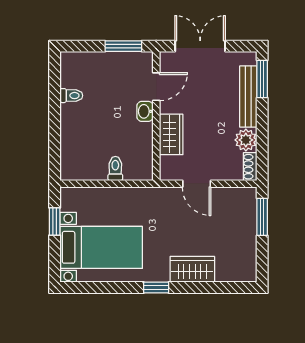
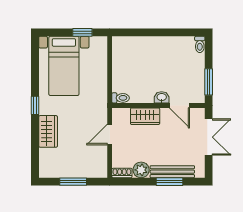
window: (262, 79) -> (169, 182), moved
toilet: (71, 96) -> (200, 44), moved
toilet: (115, 169) -> (121, 98), moved
window: (262, 217) -> (73, 182), moved

